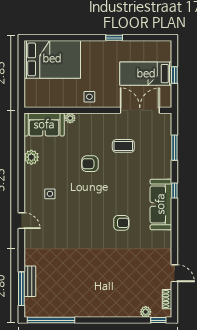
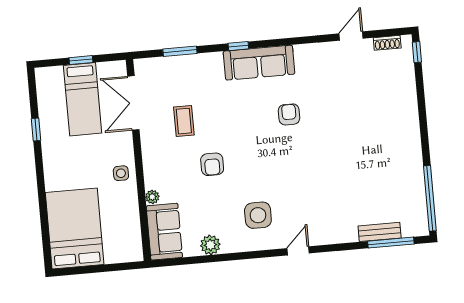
window: (114, 38) -> (36, 130), moved
side table: (50, 194) -> (258, 215), width x1.87, depth x1.87
plant: (146, 312) -> (407, 70), removed

